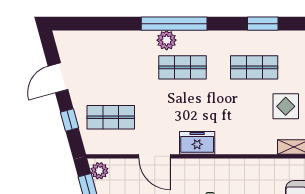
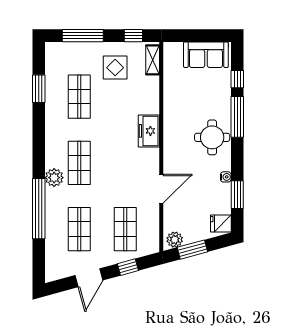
window: (174, 24) -> (39, 209), moved
shop shelf: (111, 67) -> (79, 229), added
door: (58, 78) -> (89, 278), hinge flipped
freezer: (197, 143) -> (149, 131), moved

